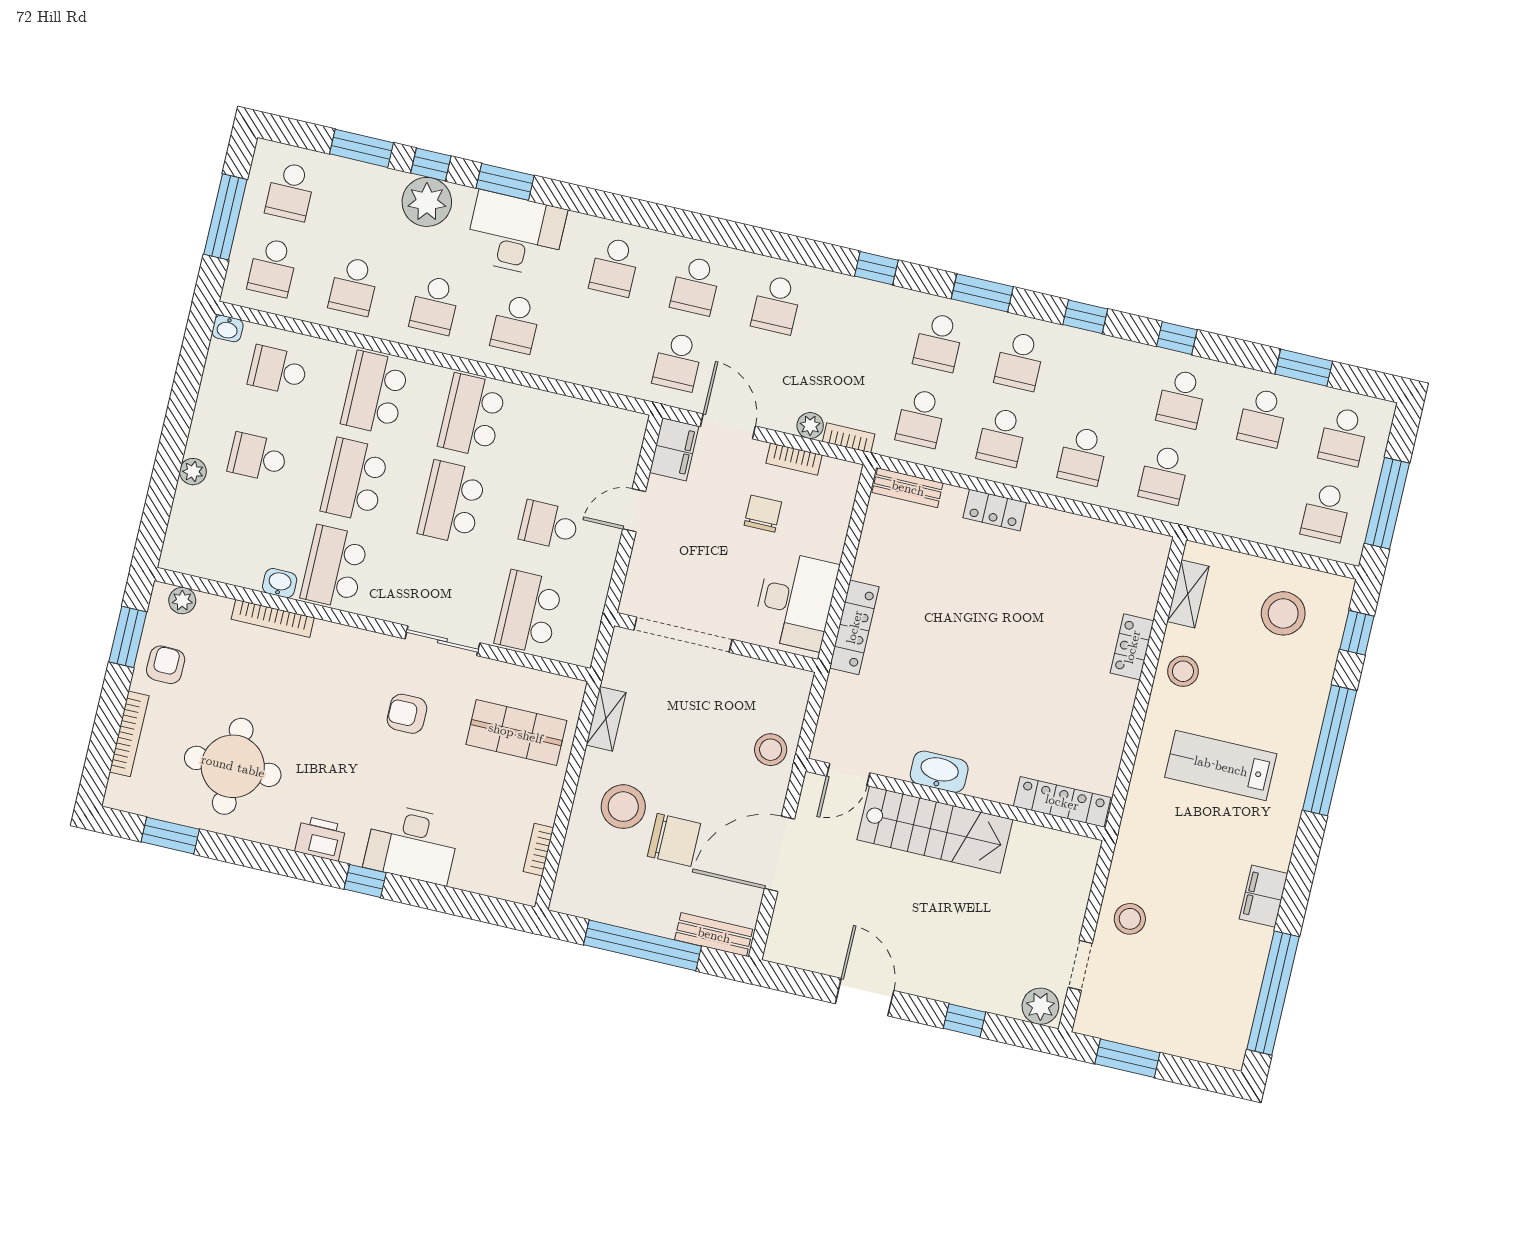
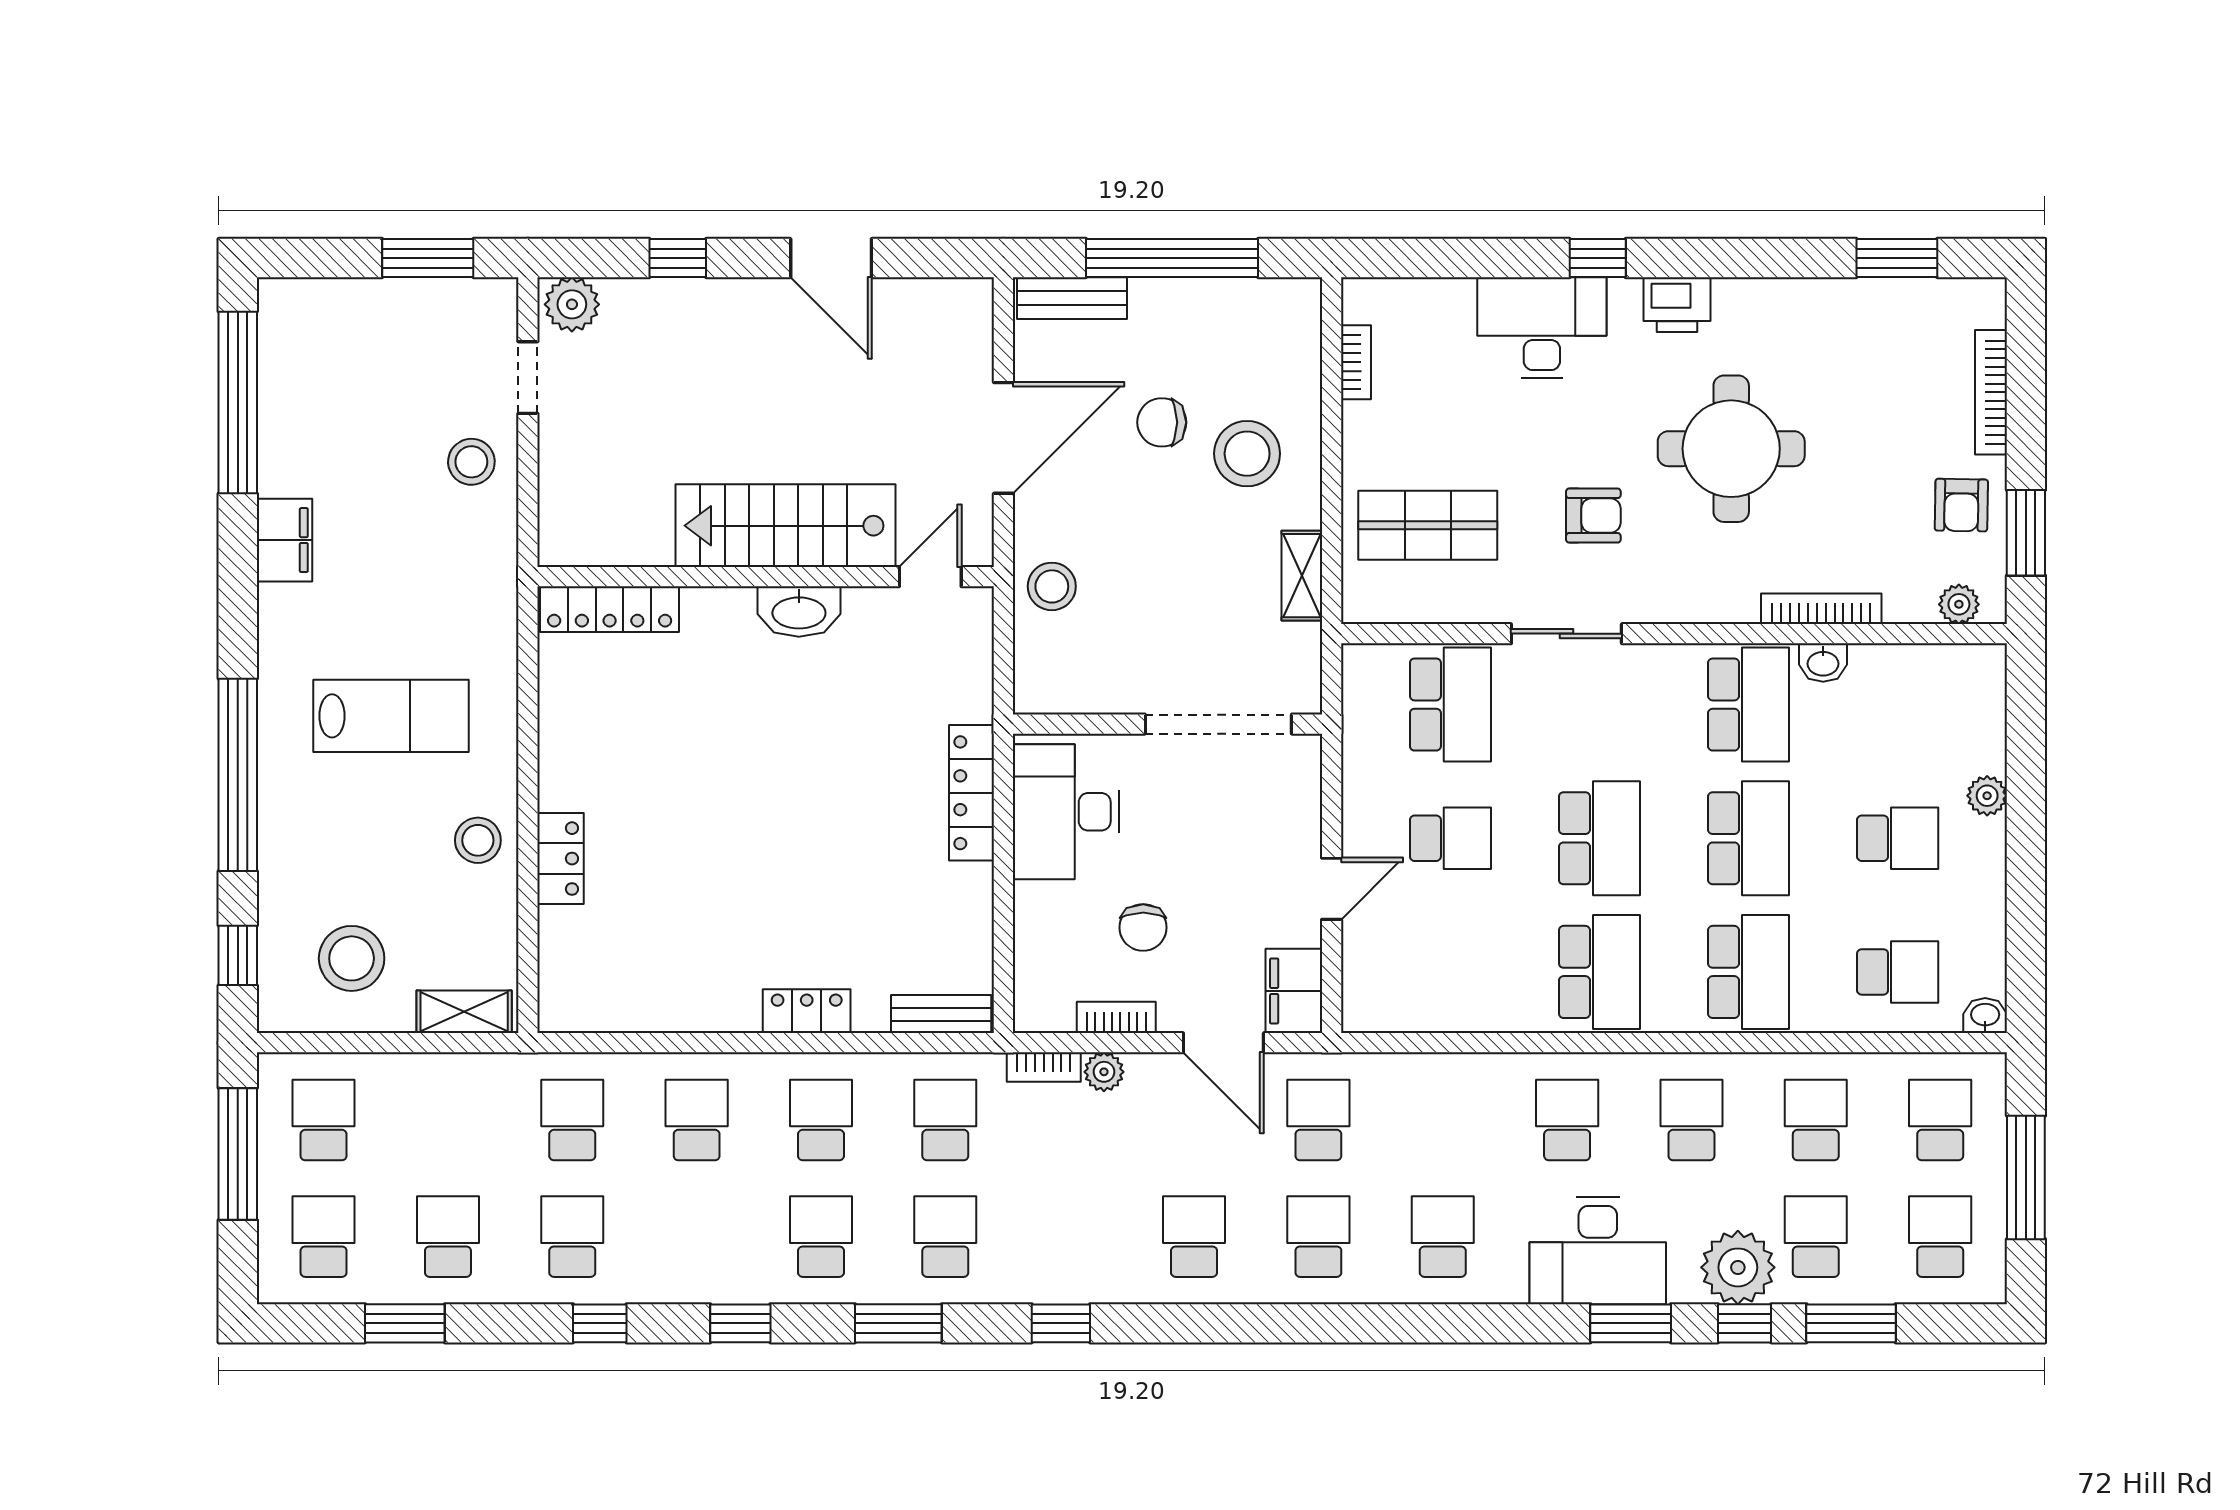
school desk: (371, 210) -> (1816, 1237), added
shelving: (1188, 594) -> (464, 1012), moved, turned 90
round table: (233, 766) -> (1731, 449), moved
chair: (674, 840) -> (1162, 422), width x0.73, depth x0.73

